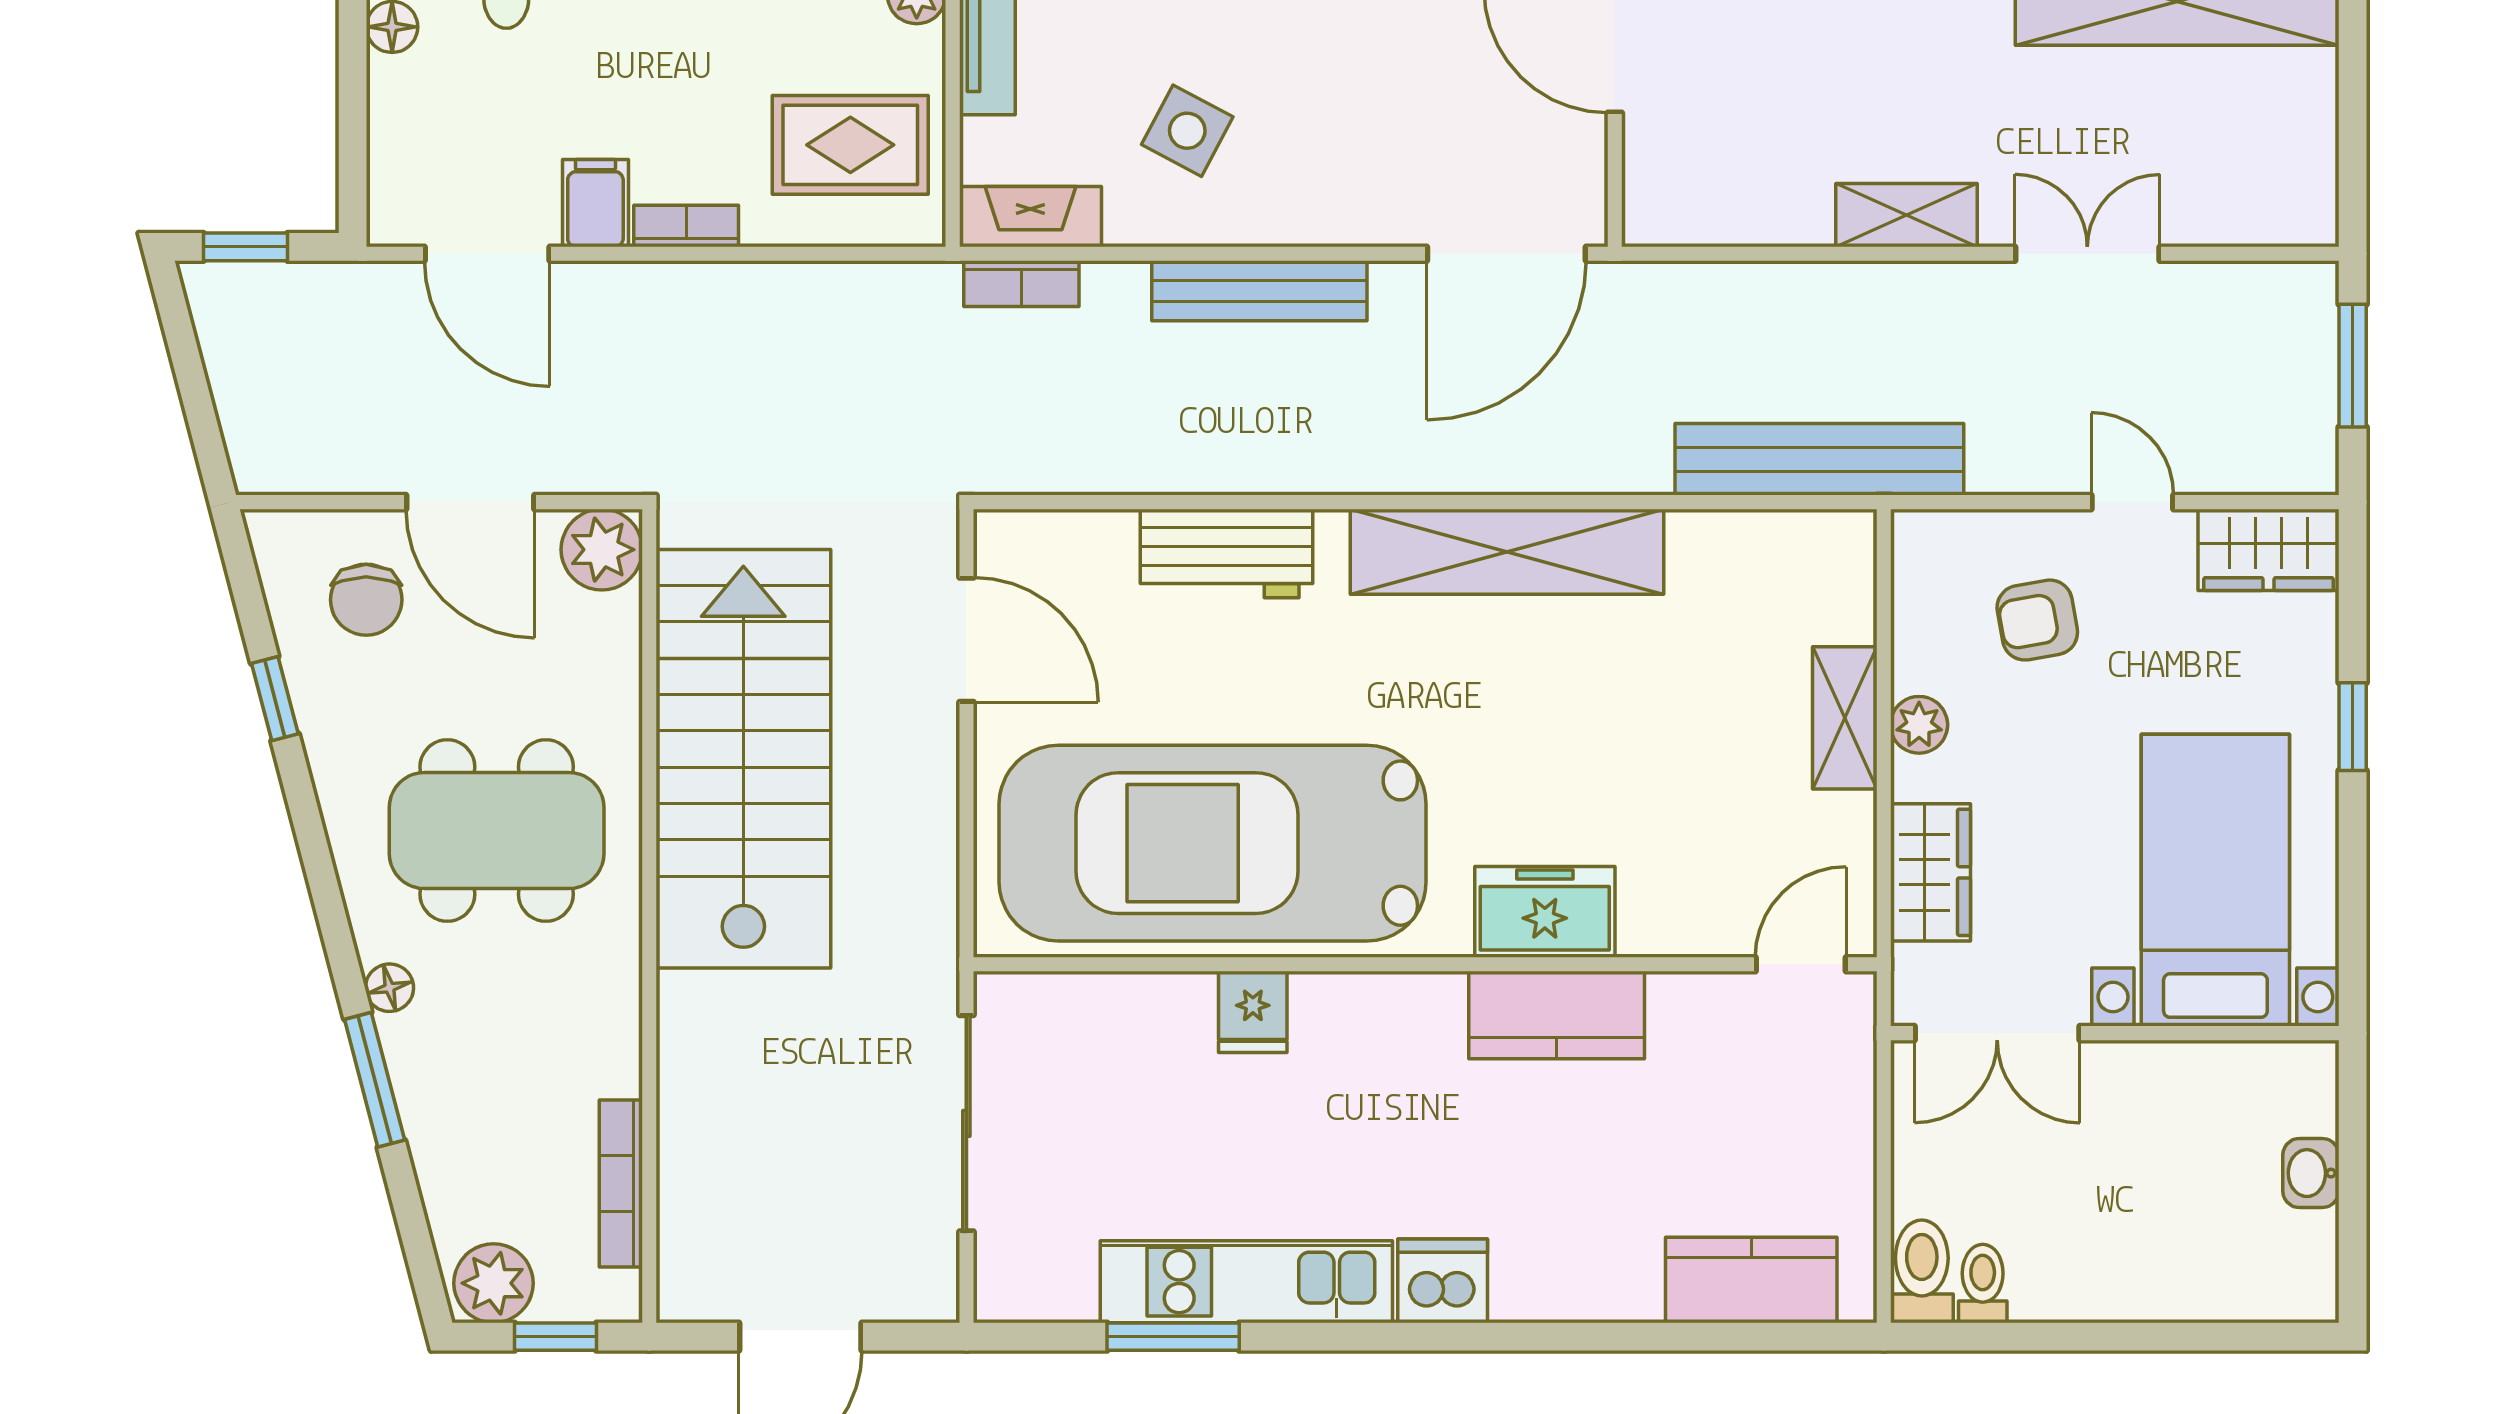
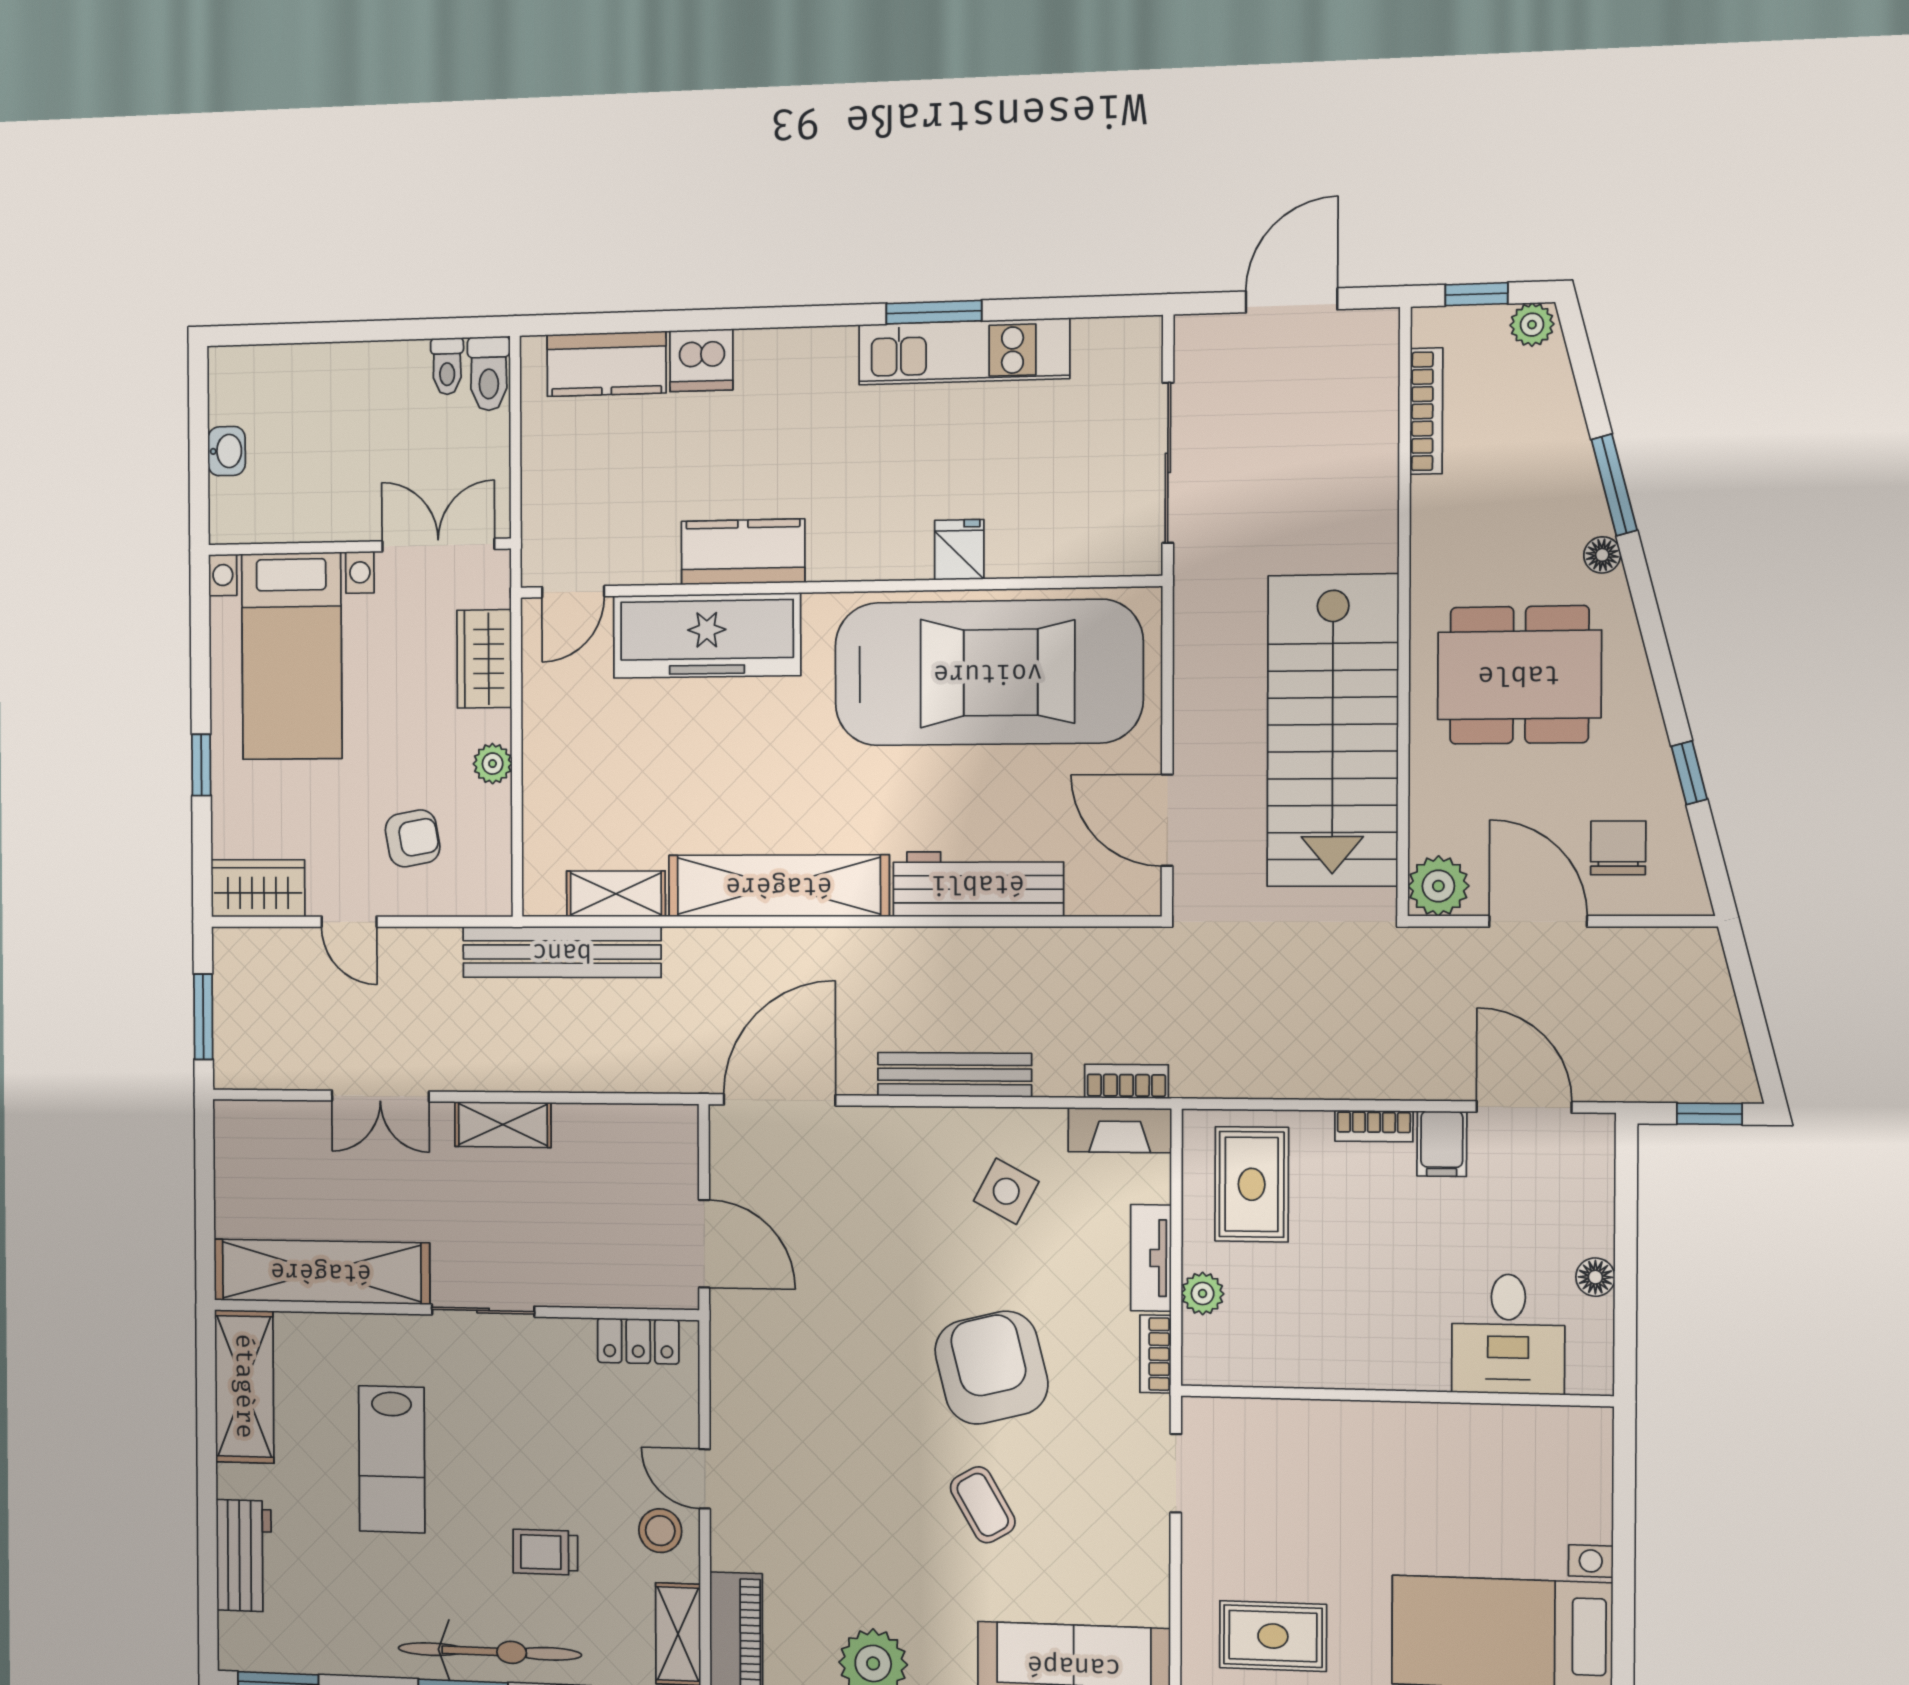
rug: (850, 145) -> (1252, 1184), turned 90
workbench: (1227, 553) -> (978, 884), width x1.38
shelving: (1845, 718) -> (616, 894), moved, turned 90
freezer: (1545, 912) -> (707, 636), width x1.91, depth x1.26
dishwasher: (1443, 1281) -> (701, 360), moved
plant: (494, 1283) -> (1532, 325), width x0.73, depth x0.73
window: (1173, 1337) -> (934, 312), moved

